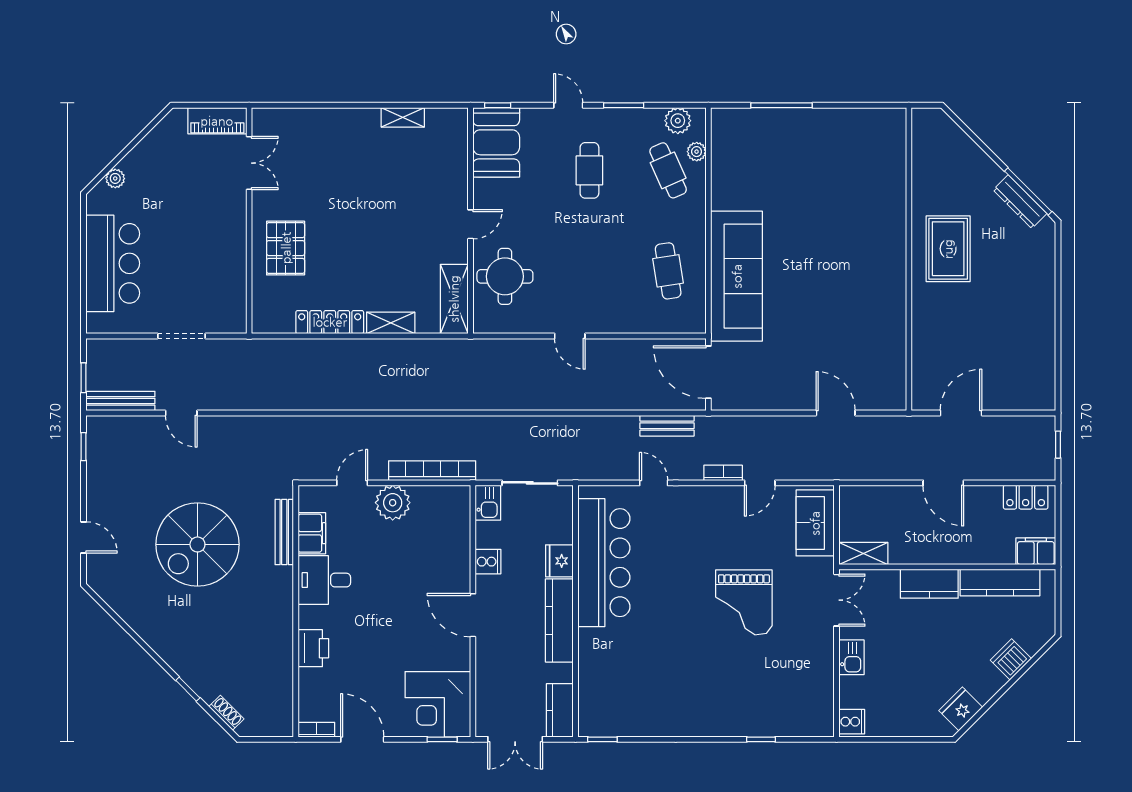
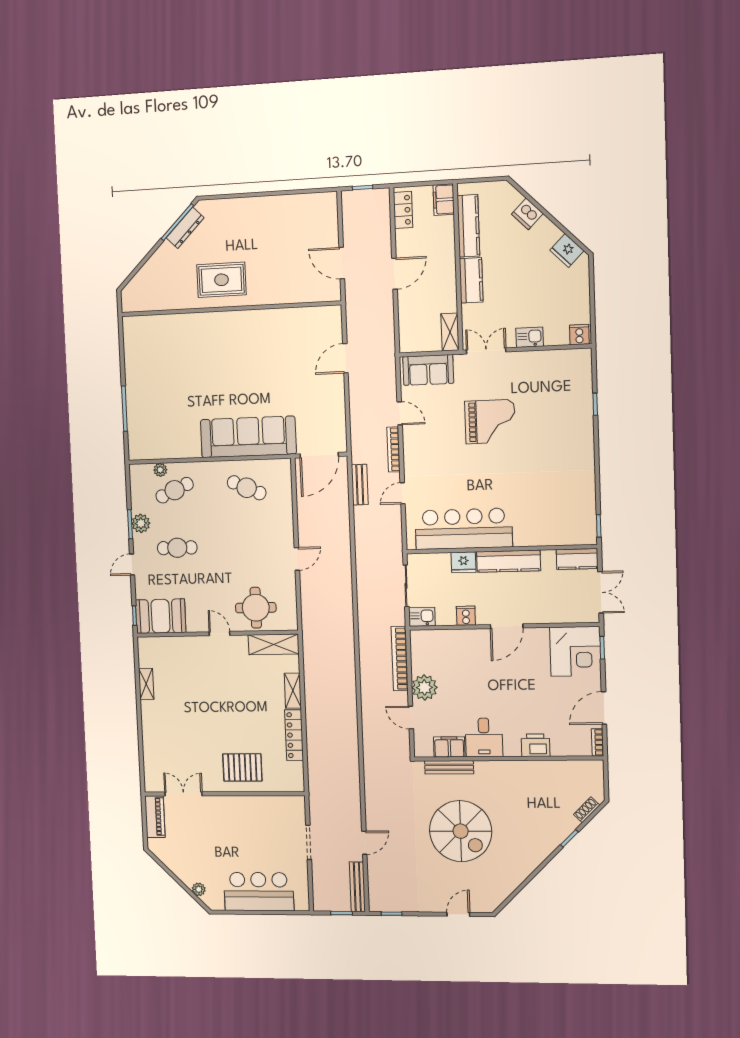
plant: (678, 121) -> (141, 523), moved
cafe table: (668, 271) -> (247, 488), turned 33
bookcase: (723, 473) -> (394, 449), width x1.56

